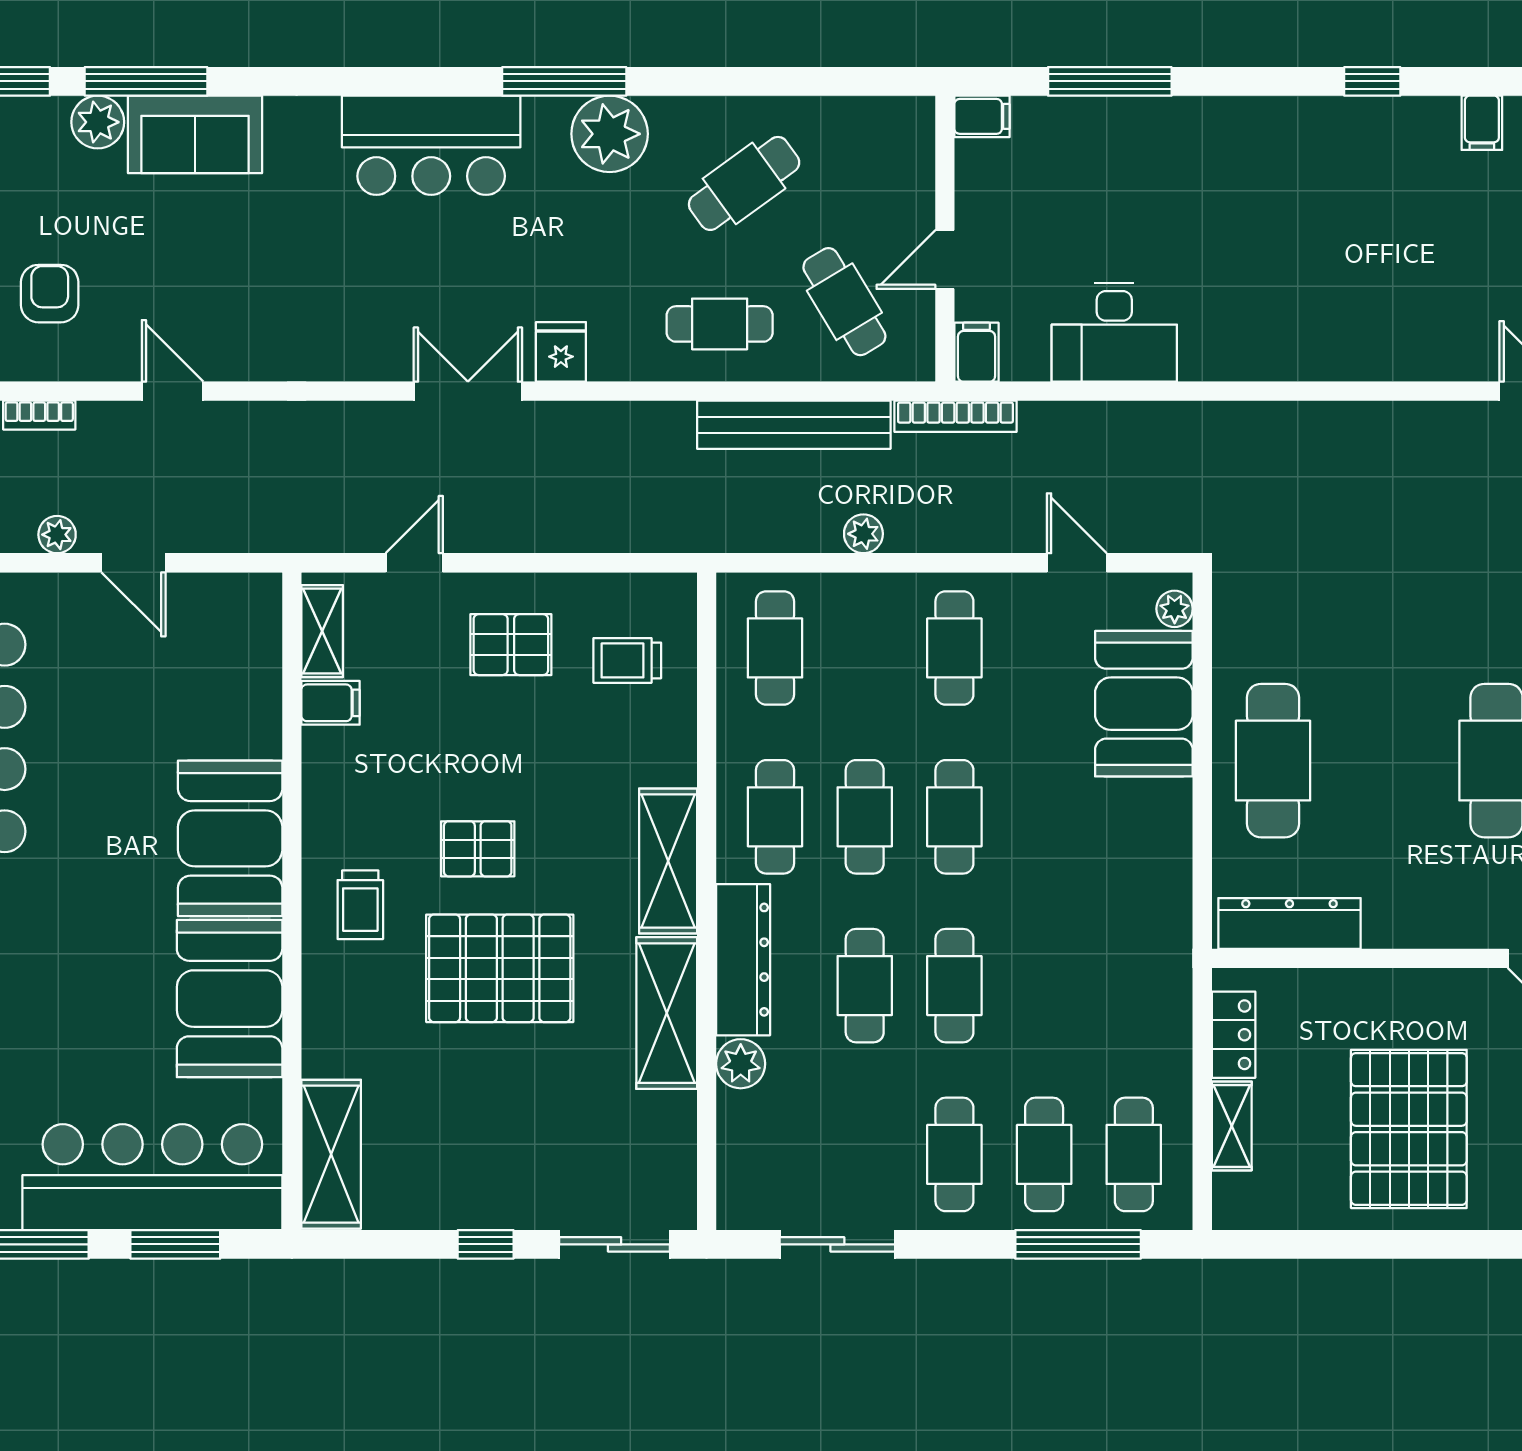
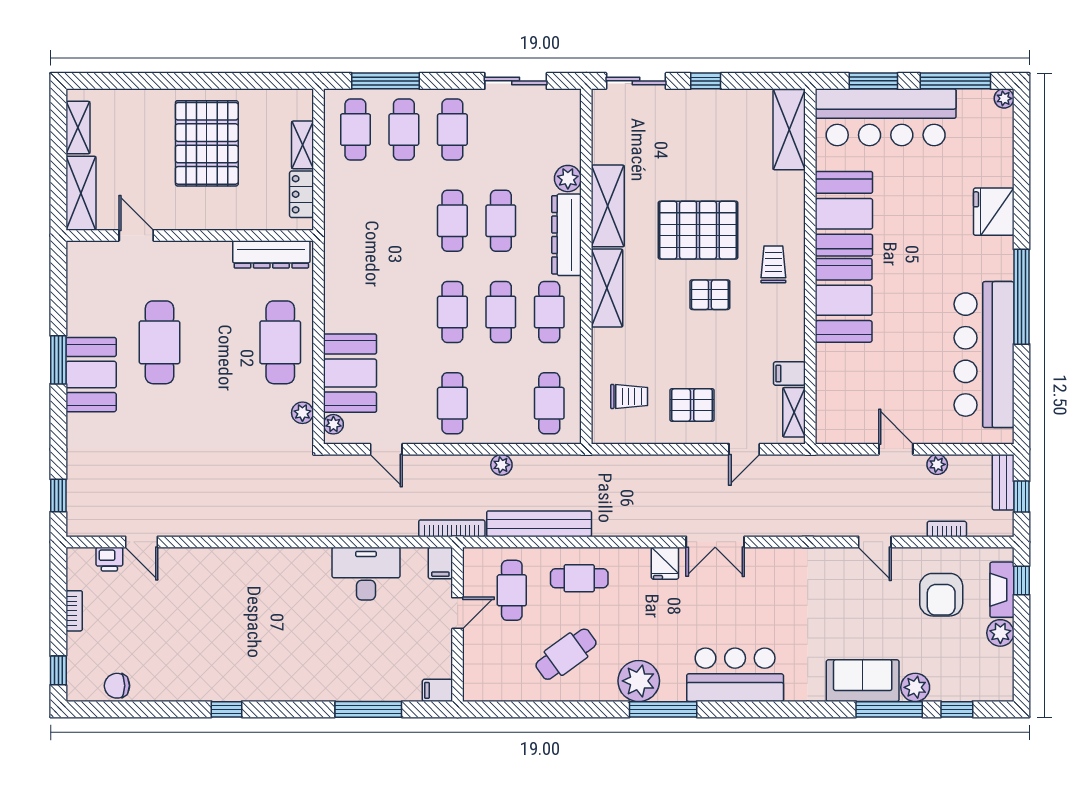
filing cabinet: (1482, 123) -> (167, 687), removed
armchair: (50, 294) -> (941, 595), width x1.38, depth x1.38
cafe table: (844, 302) -> (512, 590), turned 31
plant: (1232, 630) -> (302, 413), added

